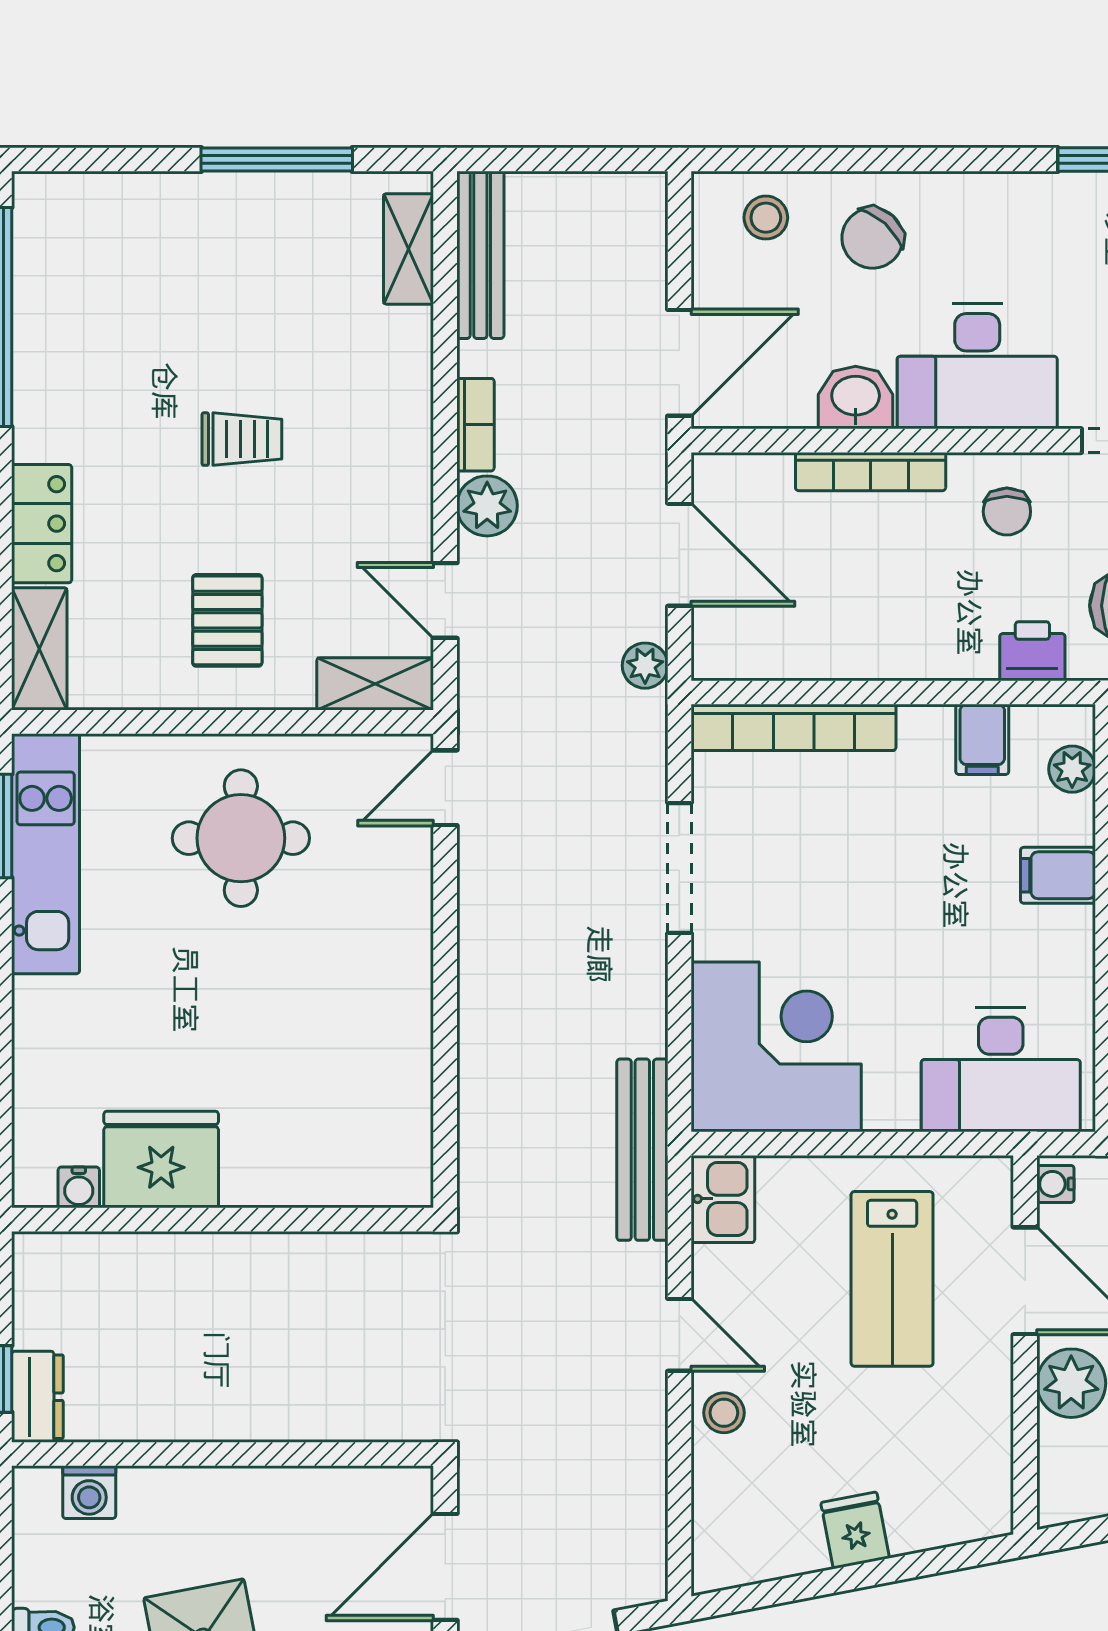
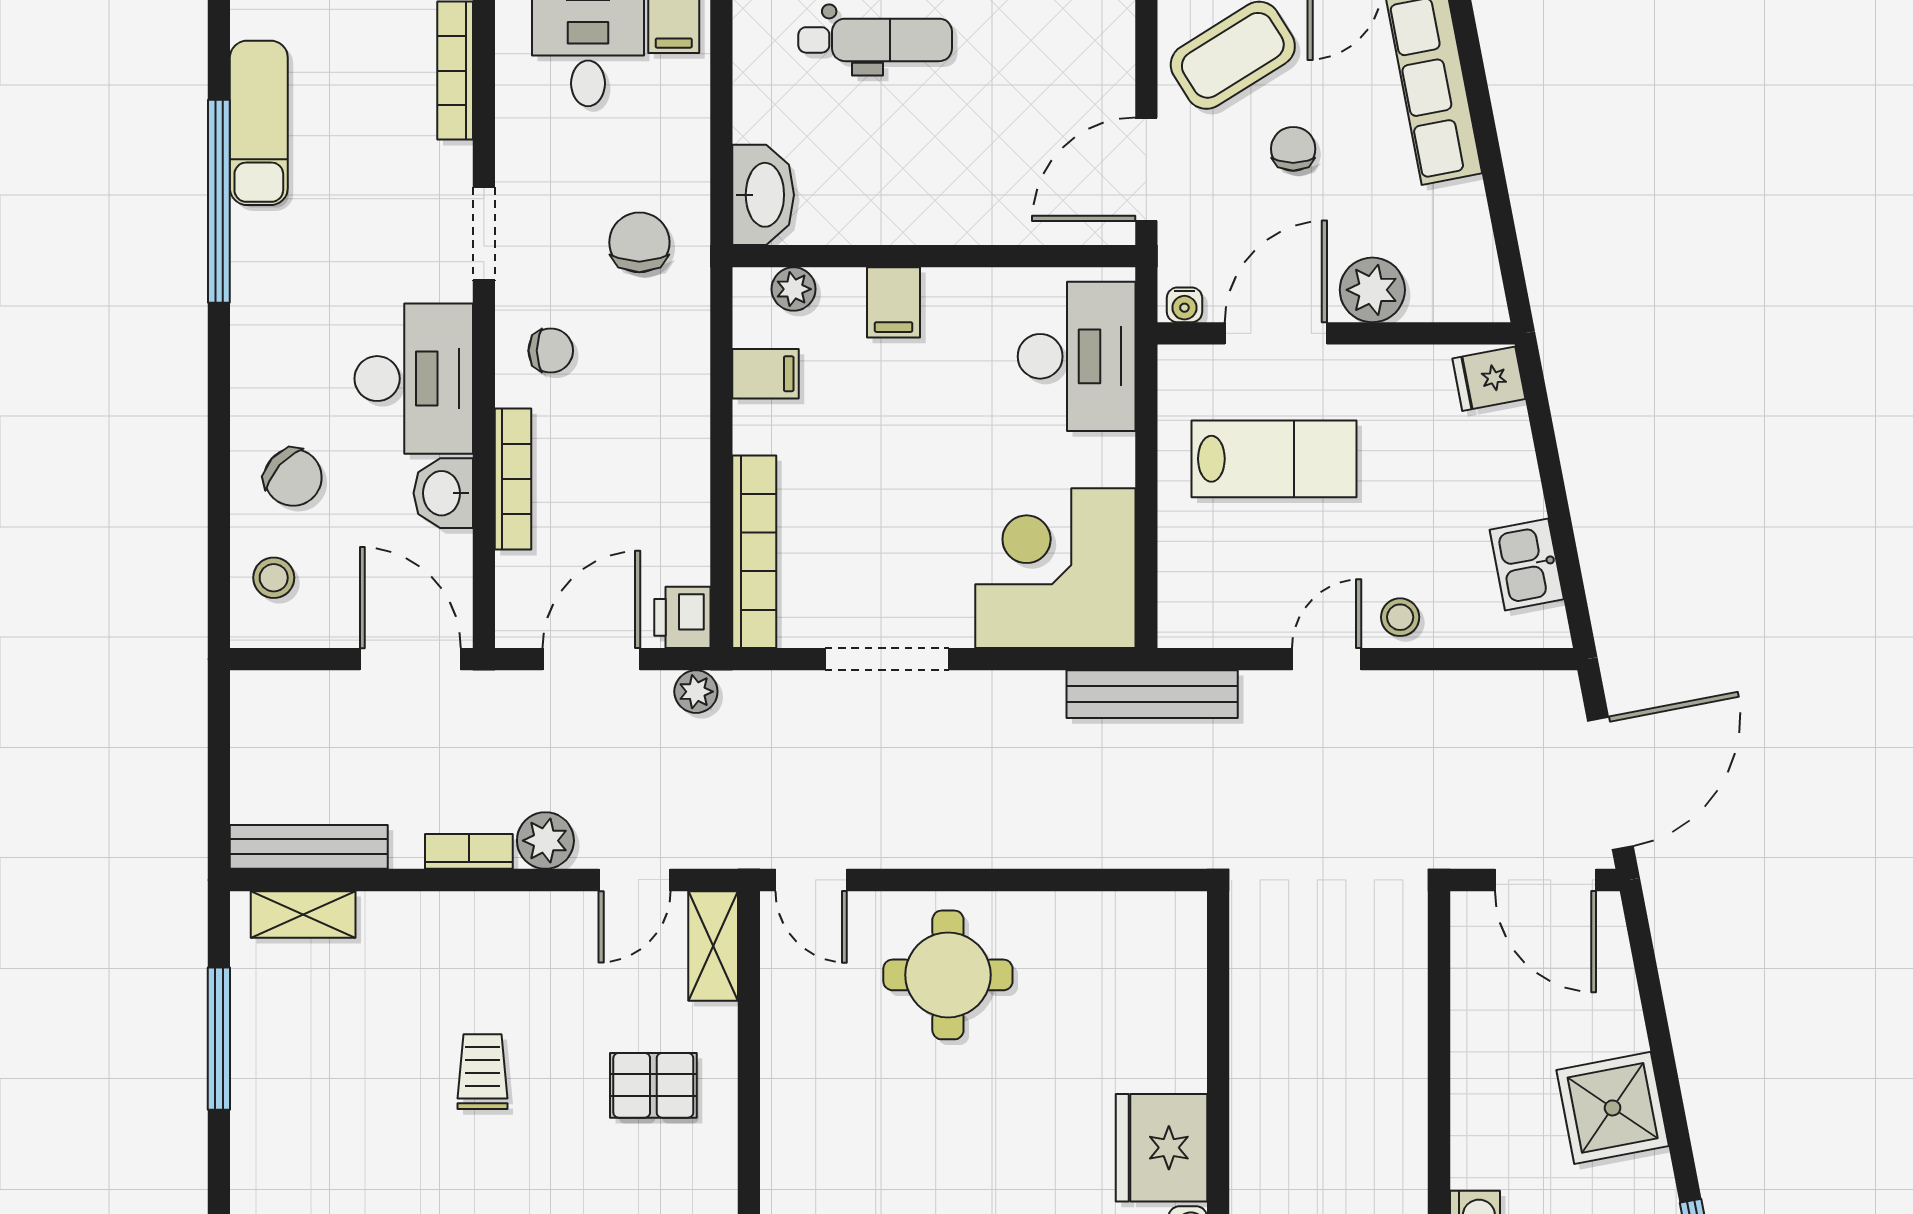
printer: (1032, 651) -> (682, 617), moved
round table: (241, 838) -> (948, 975), moved
kitchen sink: (723, 1199) -> (1527, 564), moved, turned -101
fridge: (855, 1530) -> (1489, 379), moved

